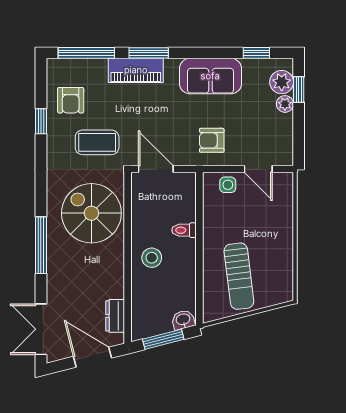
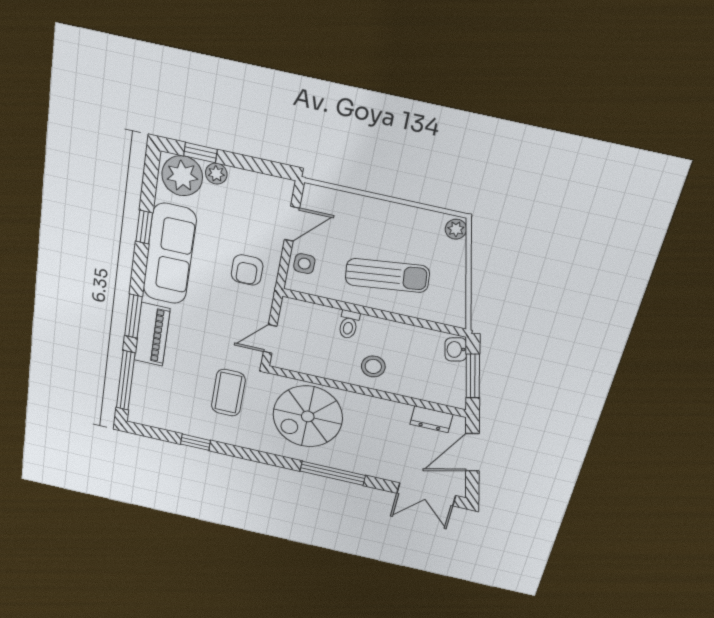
window: (256, 53) -> (144, 227), moved
sofa: (210, 76) -> (169, 254), width x1.36
plant: (282, 82) -> (182, 176), width x1.36, depth x1.36
armchair: (71, 100) -> (177, 408), removed
door: (156, 169) -> (270, 339), width x0.73
sun lounger: (239, 276) -> (387, 276), moved
plant: (283, 295) -> (456, 229), added

